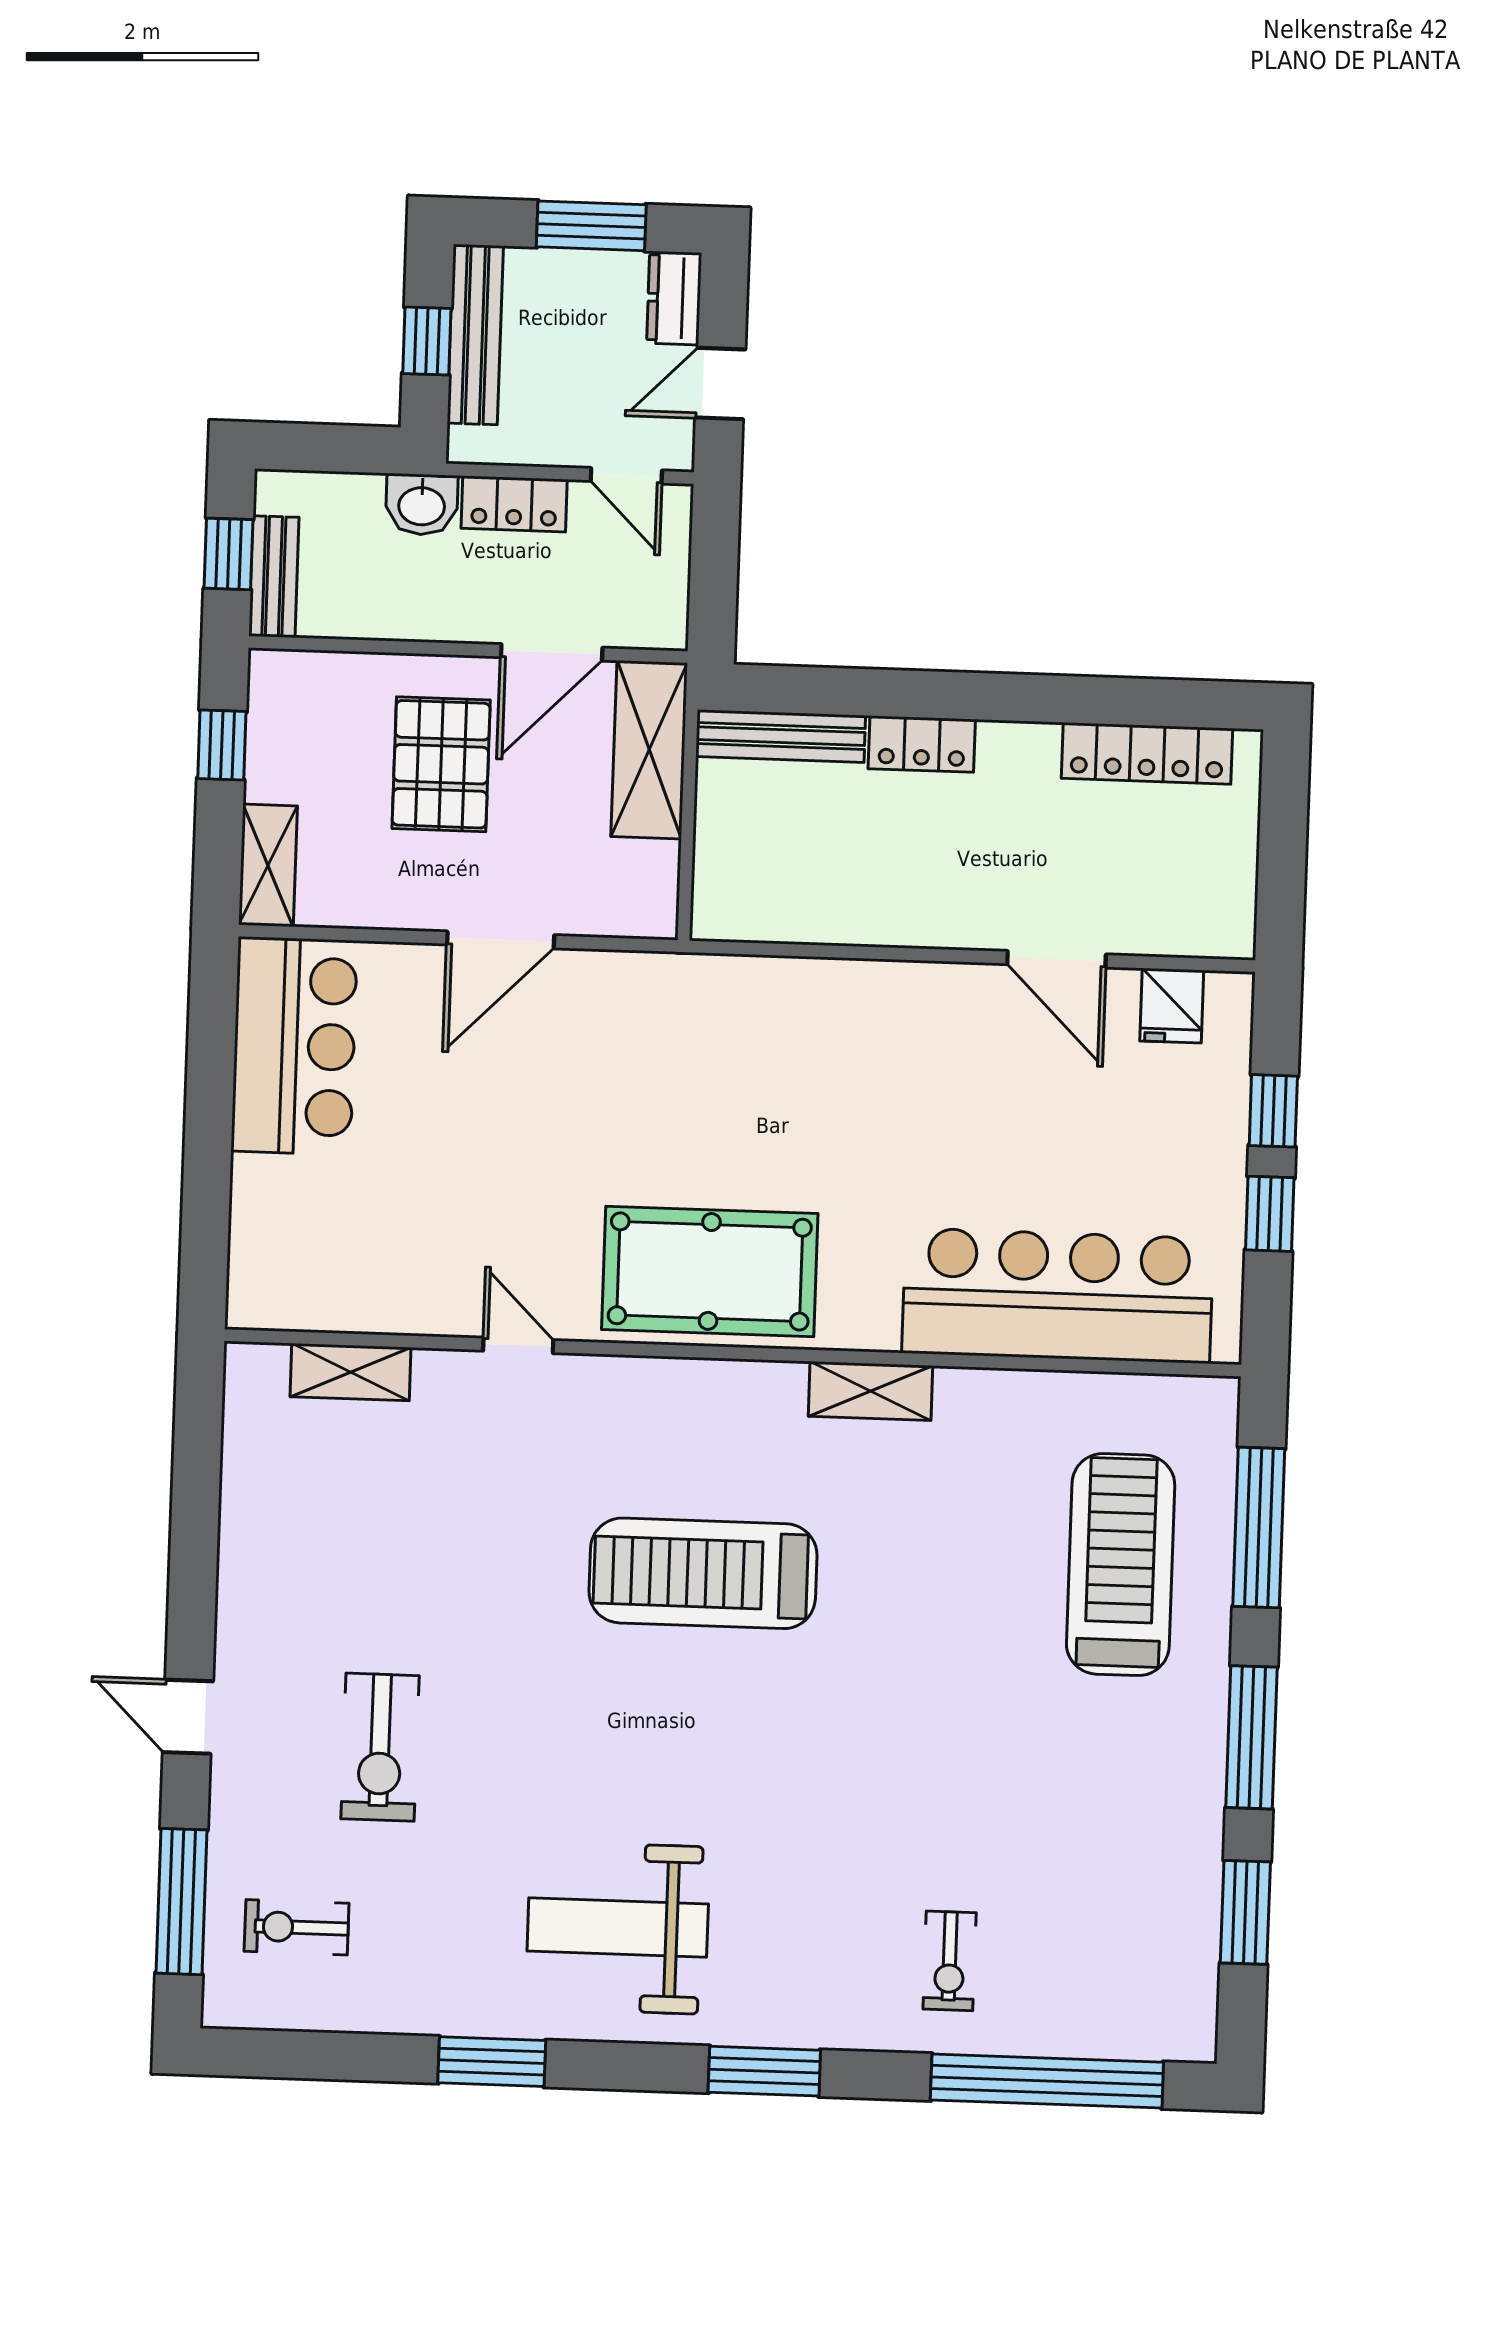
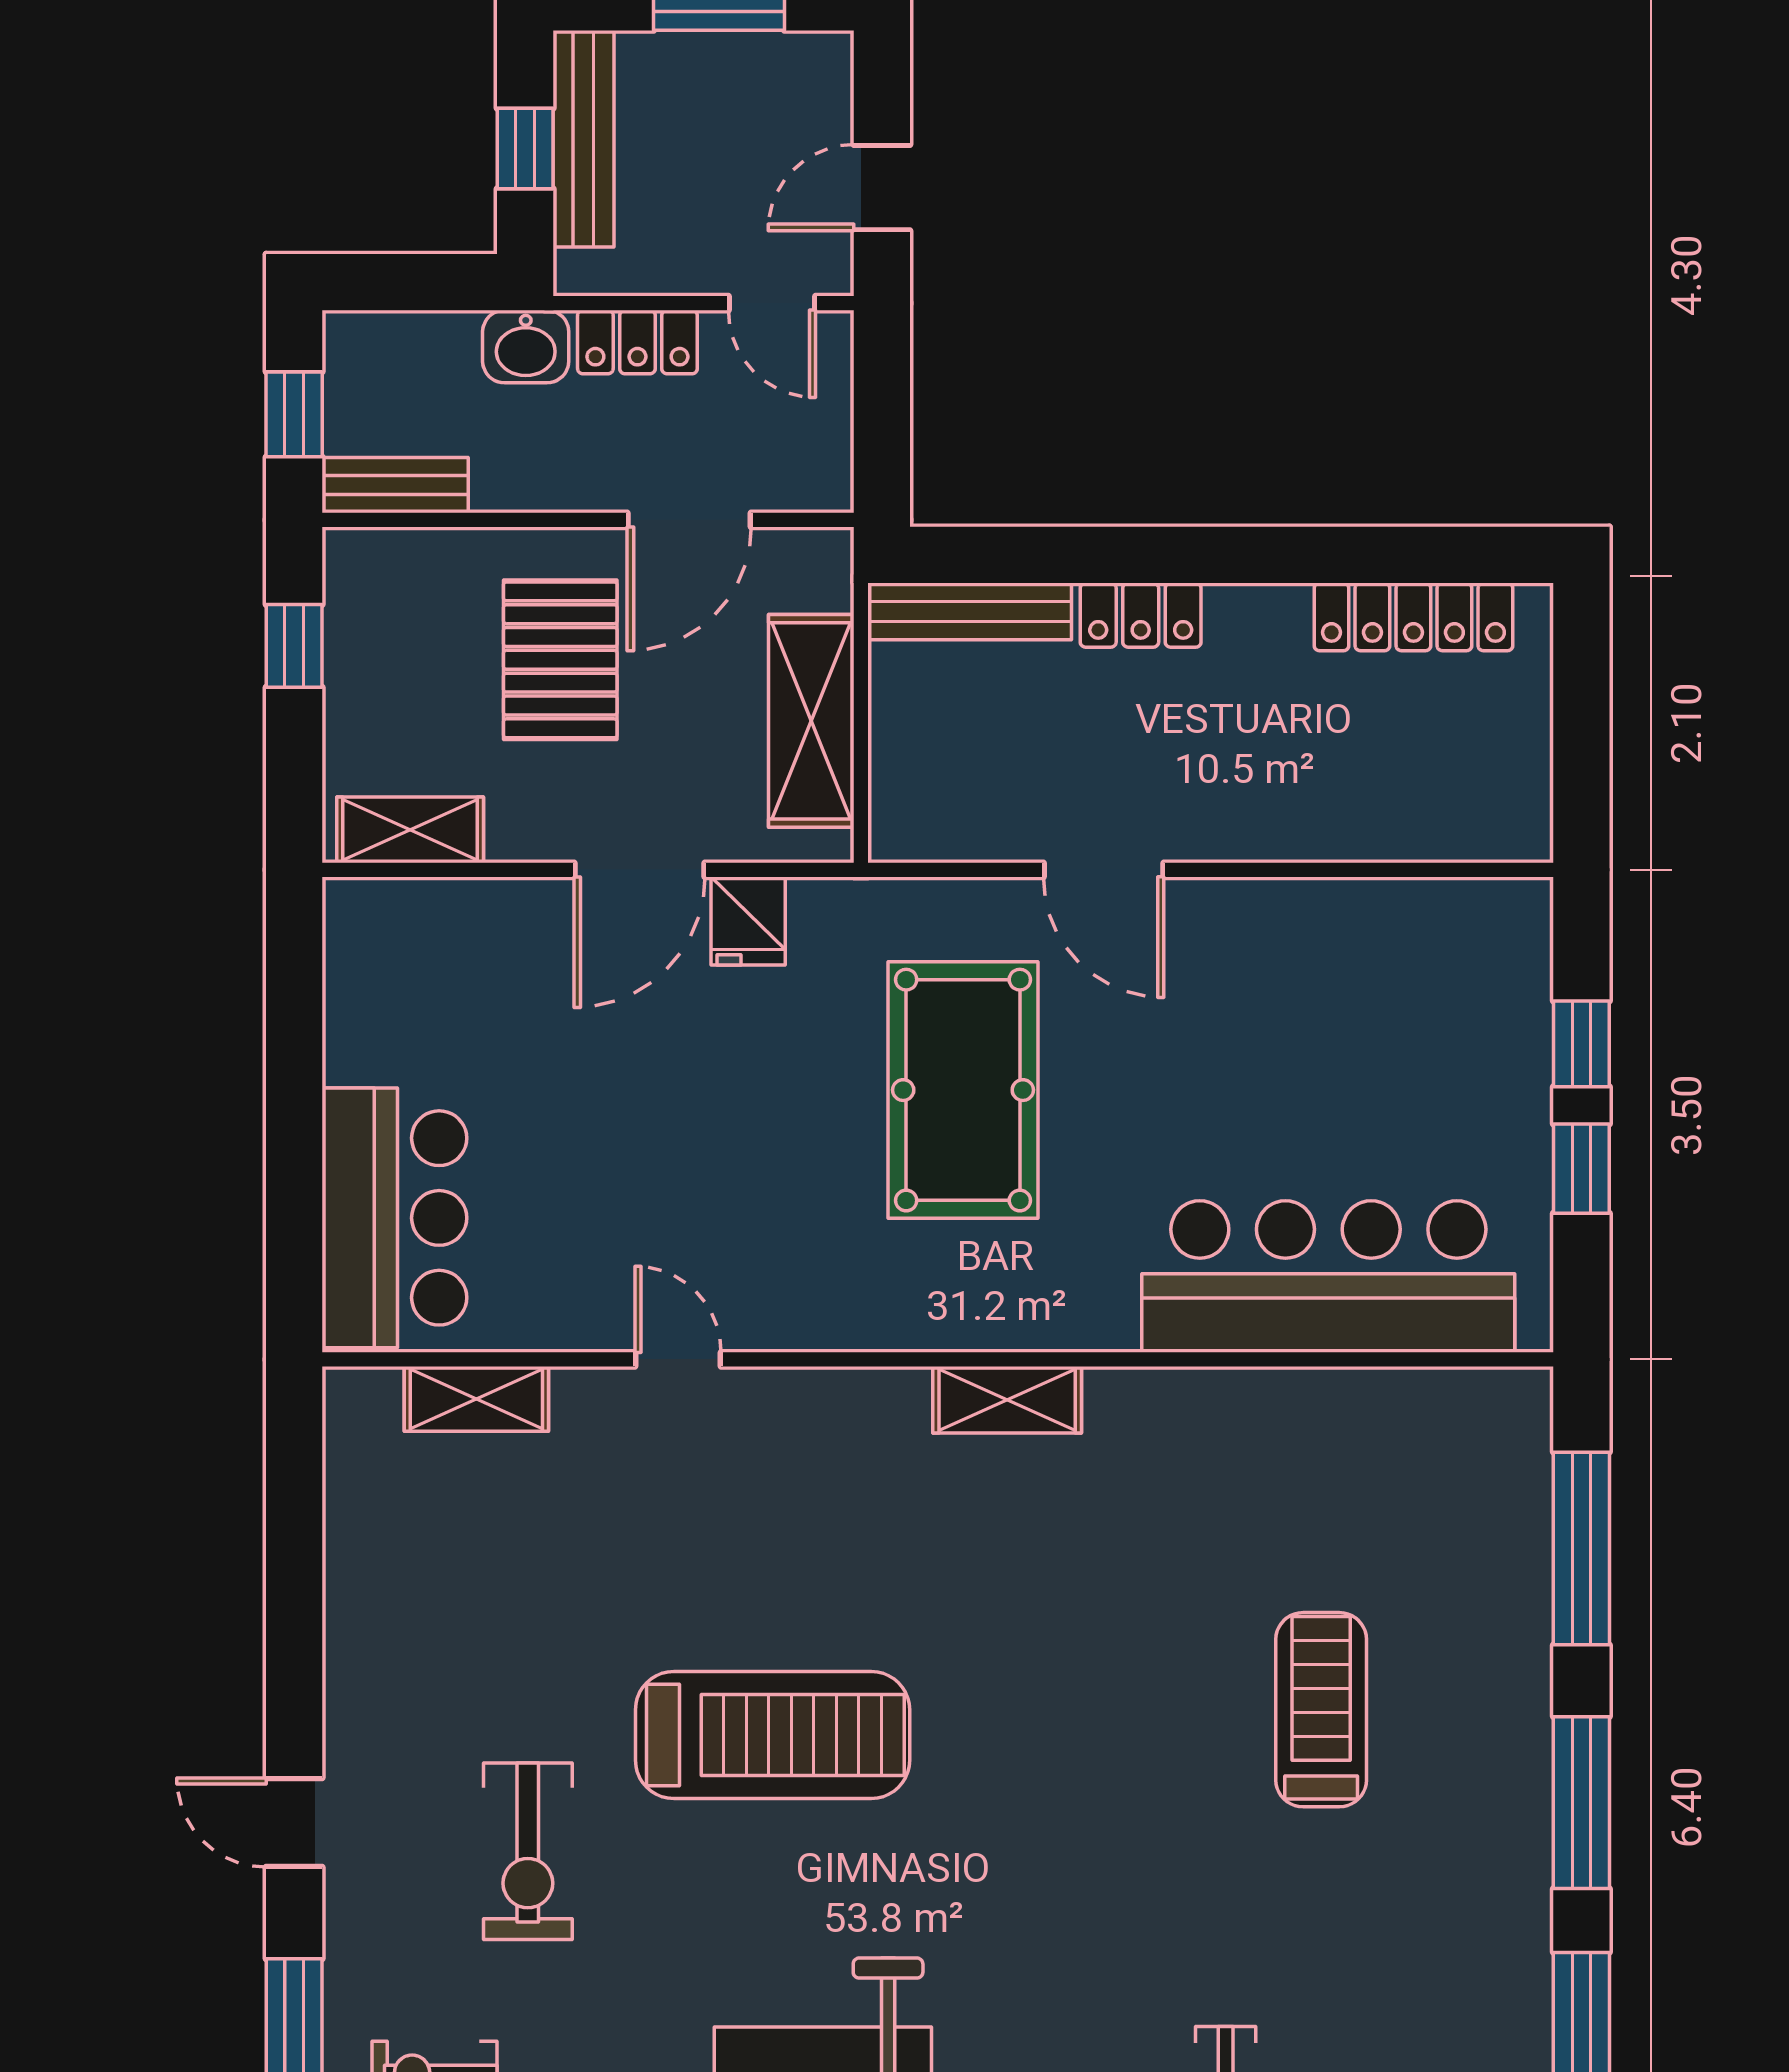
dresser: (674, 298) -> (822, 86), removed
bench: (274, 577) -> (395, 485), moved, turned 90
shelving: (649, 750) -> (811, 721), moved
shelving: (268, 865) -> (410, 830), moved, turned 90
door: (1056, 959) -> (1104, 870), moved
fridge: (1172, 1006) -> (748, 921), moved
bar counter: (294, 1046) -> (394, 1218), moved
pool table: (710, 1271) -> (963, 1090), moved, turned 90
shelving: (870, 1391) -> (1007, 1400), moved
treadmill: (1121, 1565) -> (1321, 1710), moved, width x0.73, depth x0.73
treadmill: (703, 1573) -> (773, 1735), moved, turned 180

